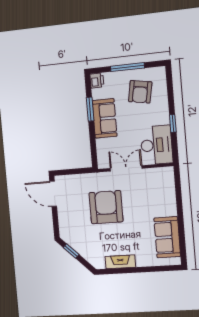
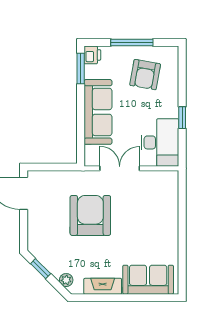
window: (90, 109) -> (81, 68), moved
sofa: (105, 118) -> (98, 112), width x1.36
sofa: (167, 237) -> (148, 280), moved, turned 90
plant: (92, 259) -> (66, 280), added

